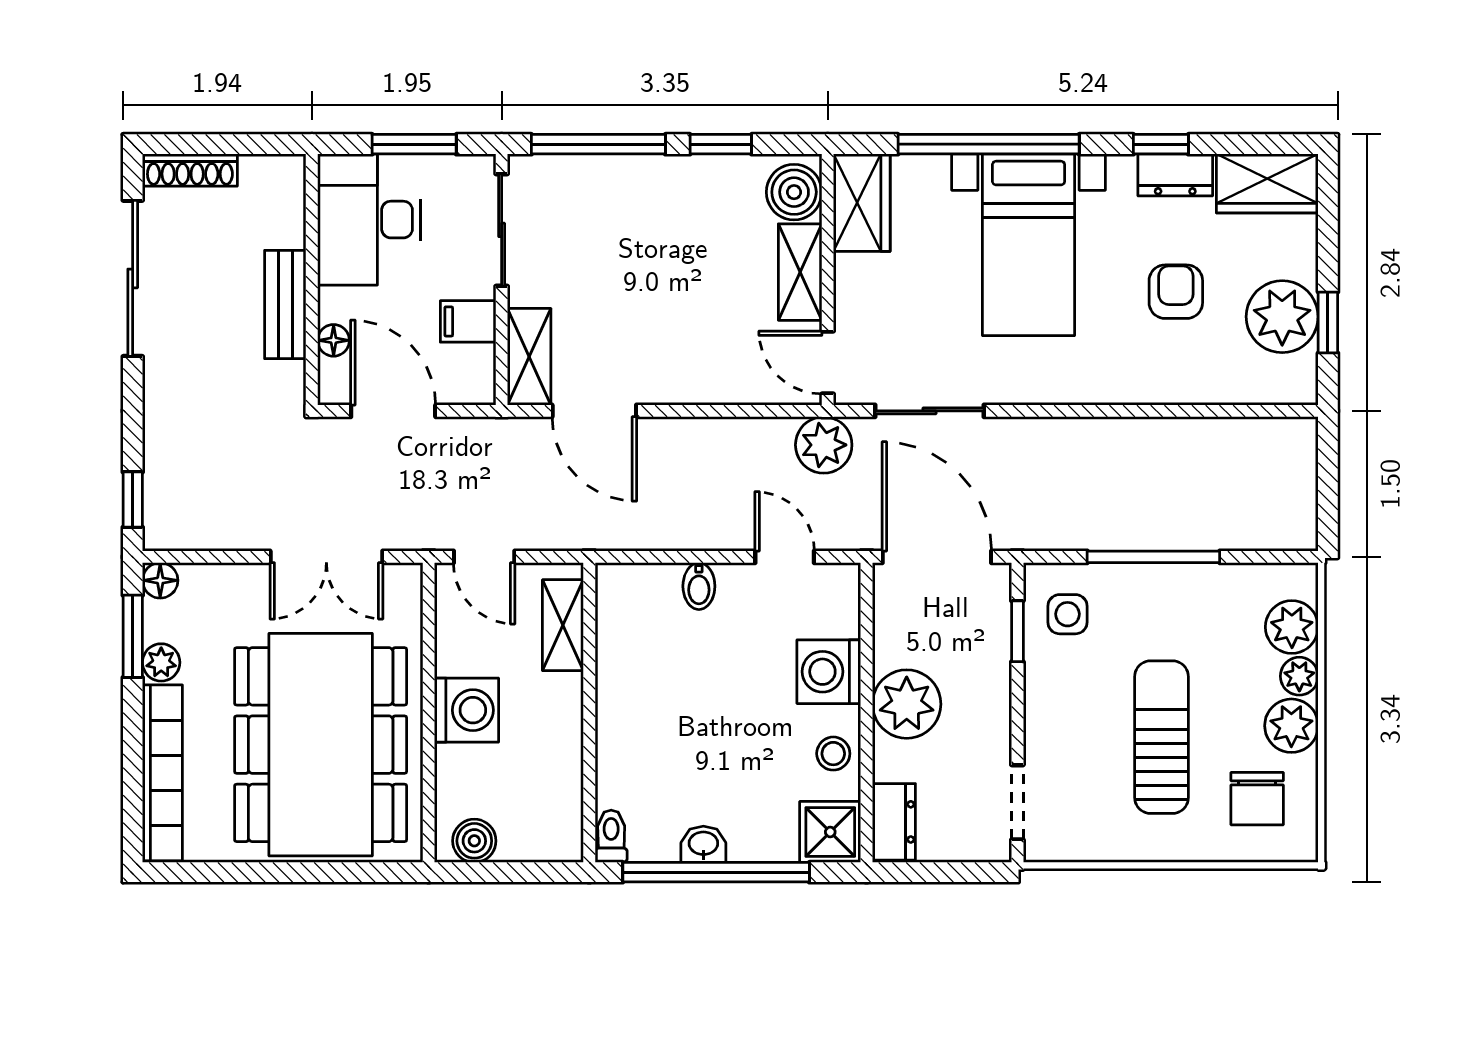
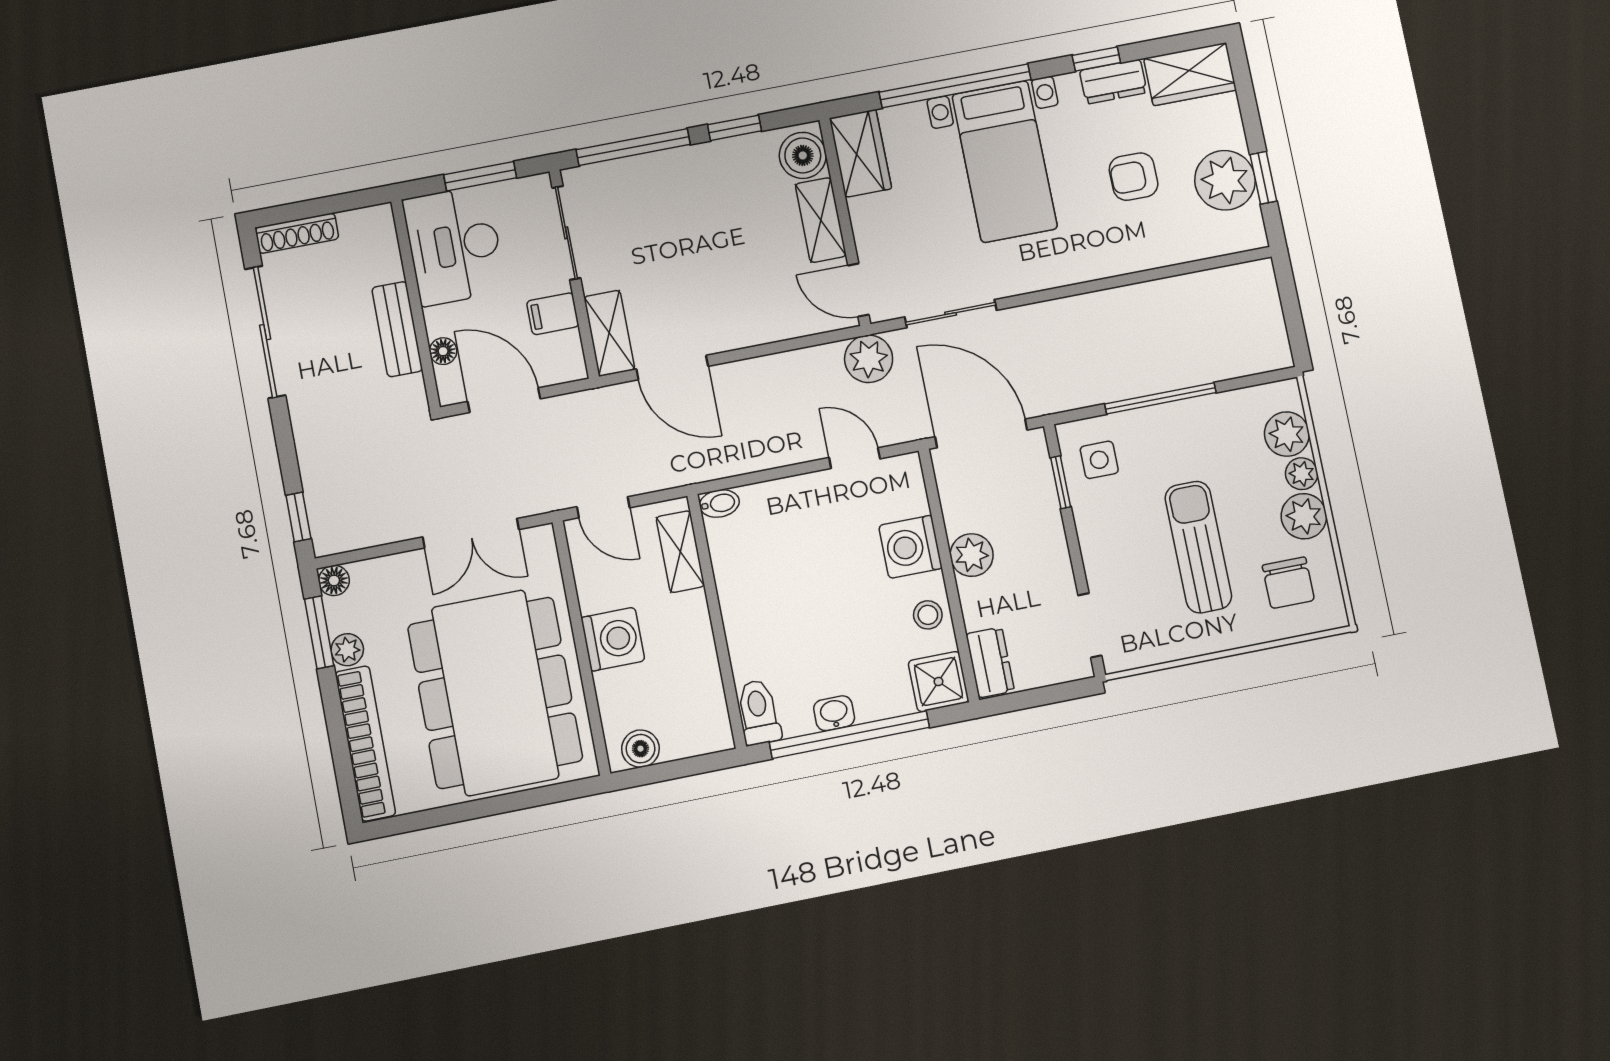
armchair: (1176, 292) -> (1134, 177), turned -90
bidet: (699, 586) -> (719, 503), moved, turned -90
plant: (907, 704) -> (972, 555), width x0.73, depth x0.73
toilet: (611, 836) -> (759, 712), width x1.37, depth x1.39

